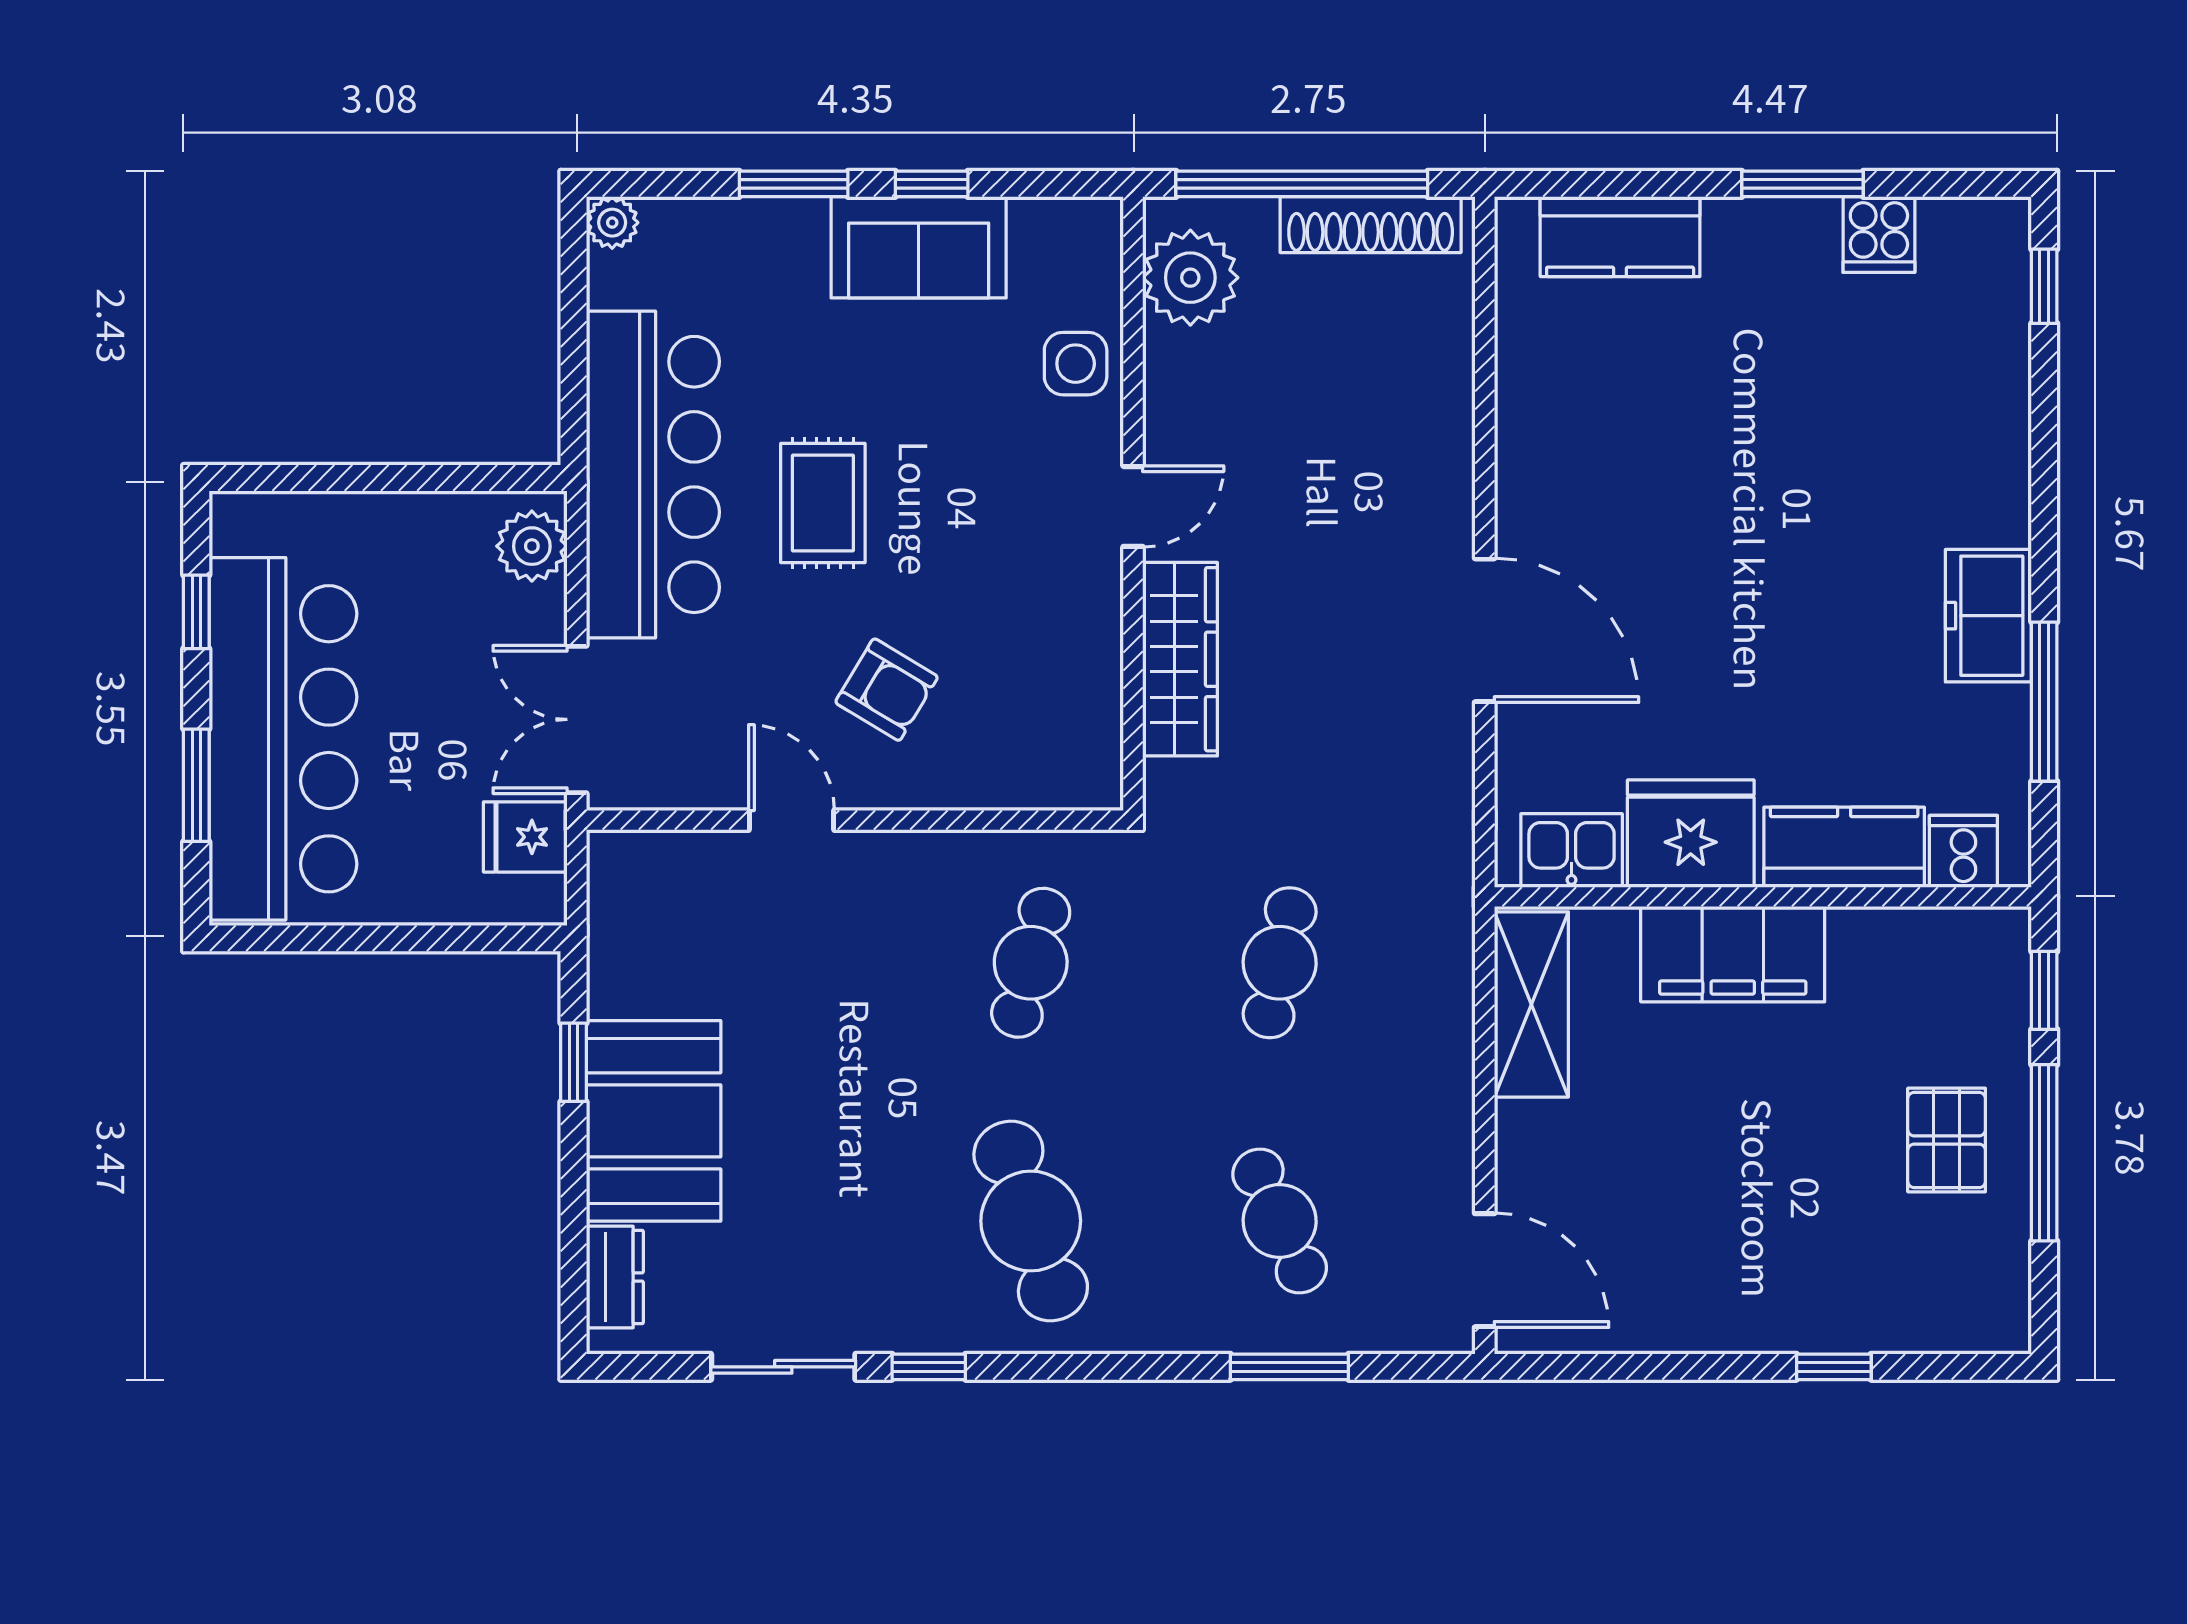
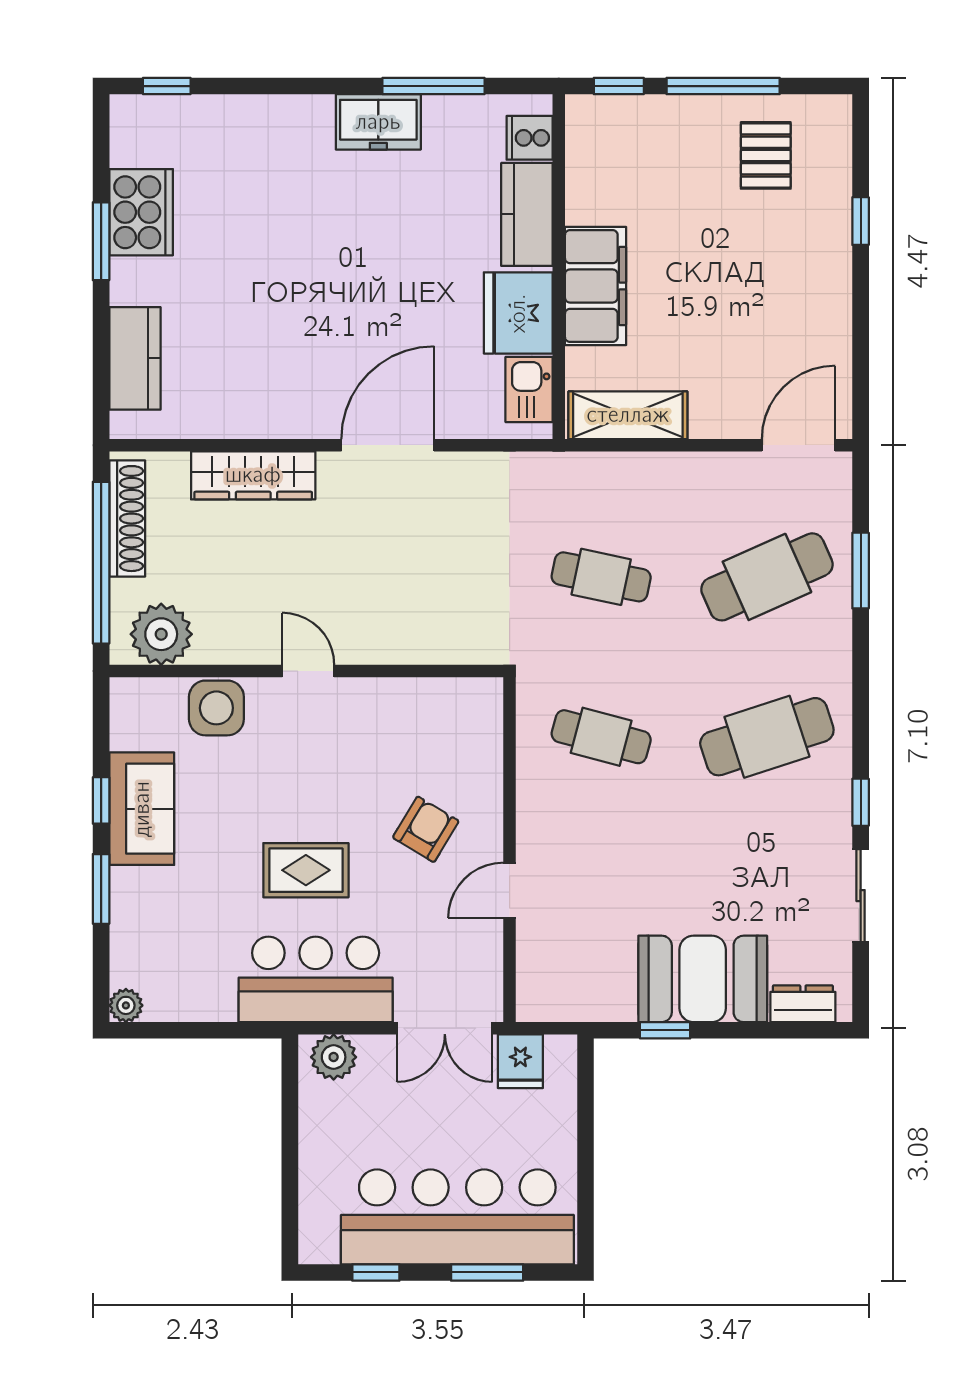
cooker: (1879, 235) -> (141, 212), width x1.87, depth x1.31
side table: (1076, 364) -> (216, 708), width x1.37, depth x1.37
bar counter: (653, 474) -> (316, 979), width x0.73
wardrobe: (1180, 659) -> (253, 475), moved, turned 180
pallet: (1947, 1140) -> (766, 155), moved, turned 90
cafe table: (1280, 1221) -> (767, 577), width x1.37, depth x1.35

